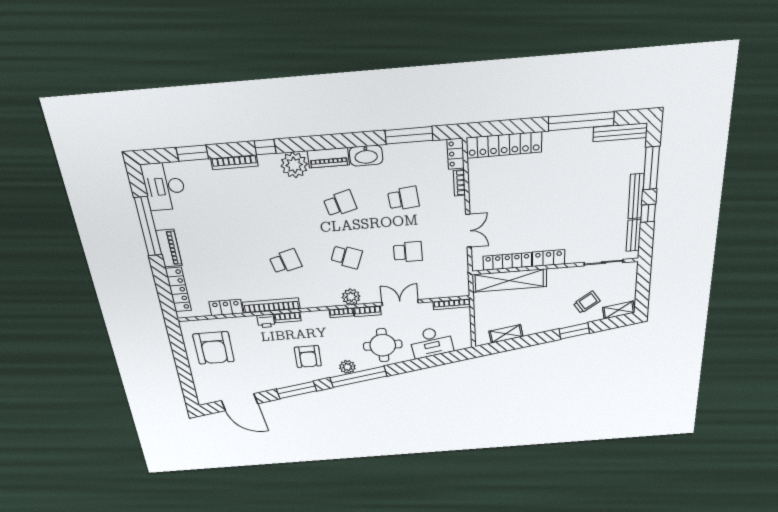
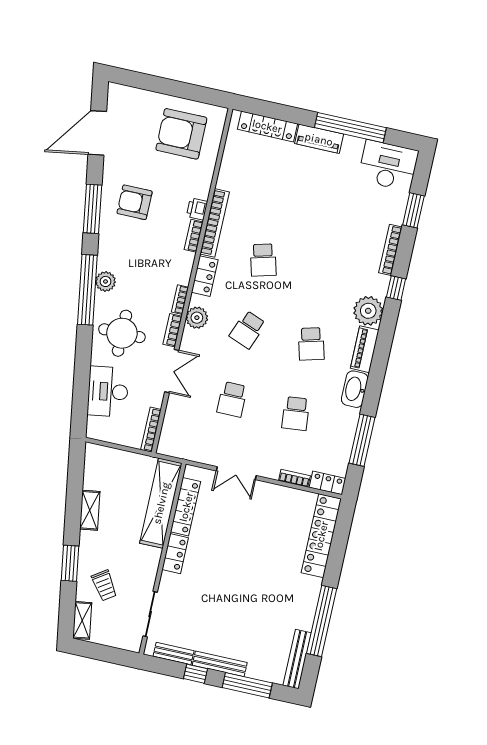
locker: (226, 308) -> (205, 276), moved
shelving: (506, 334) -> (90, 510), moved
armchair: (308, 357) -> (135, 202), moved

